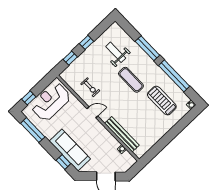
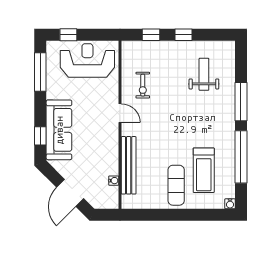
exercise mat: (131, 80) -> (176, 185), moved
treadmill: (162, 101) -> (204, 170), turned 180

